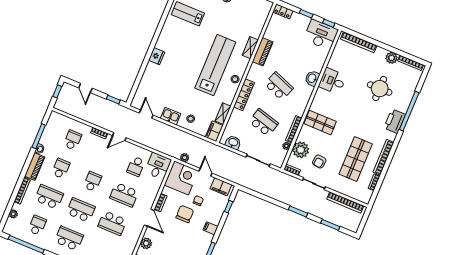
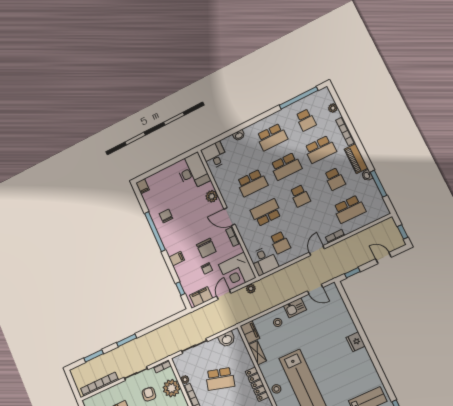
school desk: (73, 140) -> (349, 209), width x1.85
school desk: (136, 166) -> (280, 243), turned 180
door: (205, 172) -> (224, 295), swing flipped
school desk: (112, 223) -> (252, 183), turned 180

